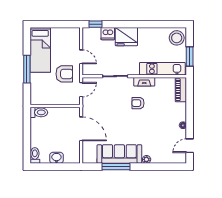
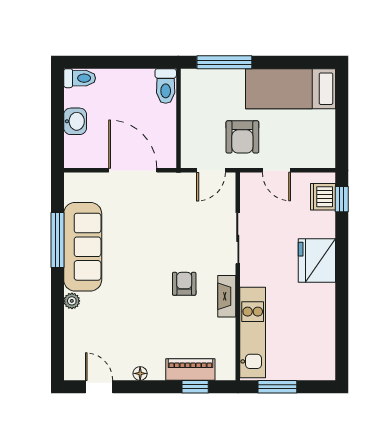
dishwasher: (108, 34) -> (323, 197), moved
stool: (177, 38) -> (314, 361), removed
door: (81, 57) -> (276, 170), hinge flipped
window: (27, 69) -> (224, 62), moved
door: (81, 90) -> (211, 170), hinge flipped
piano: (181, 90) -> (190, 369), moved
window: (190, 98) -> (195, 387), added
door: (81, 129) -> (133, 170), swing flipped

